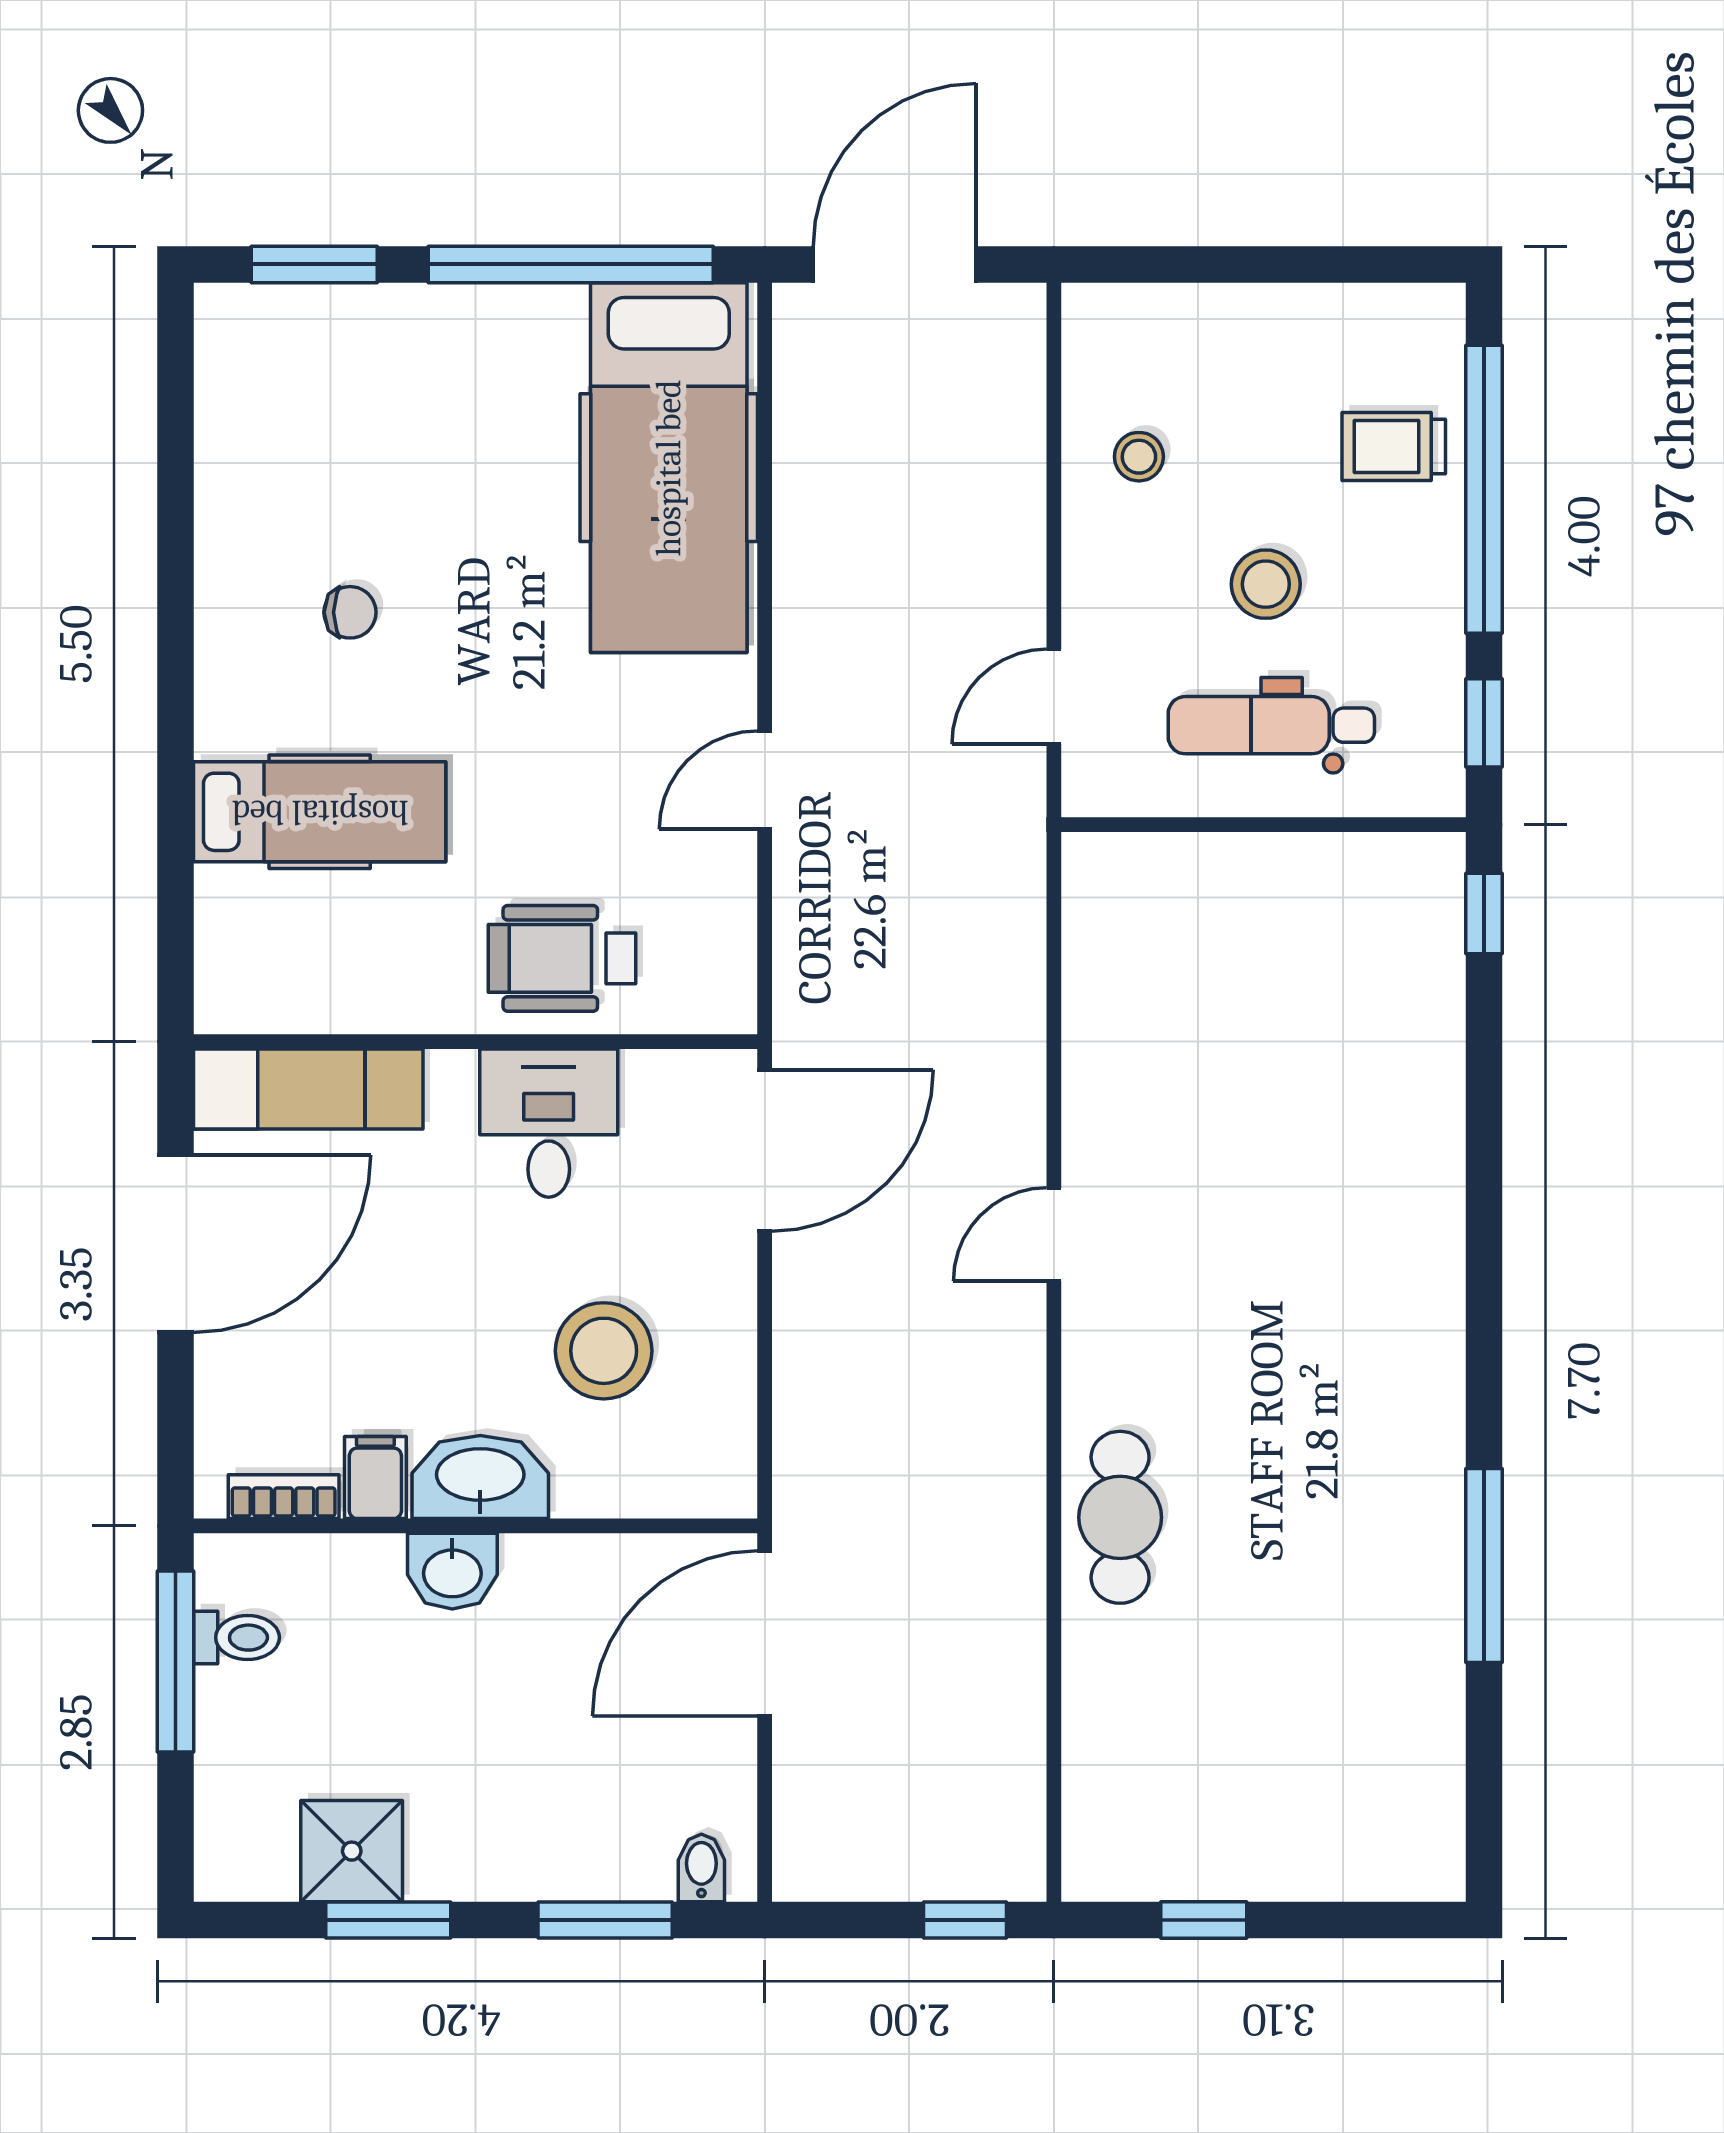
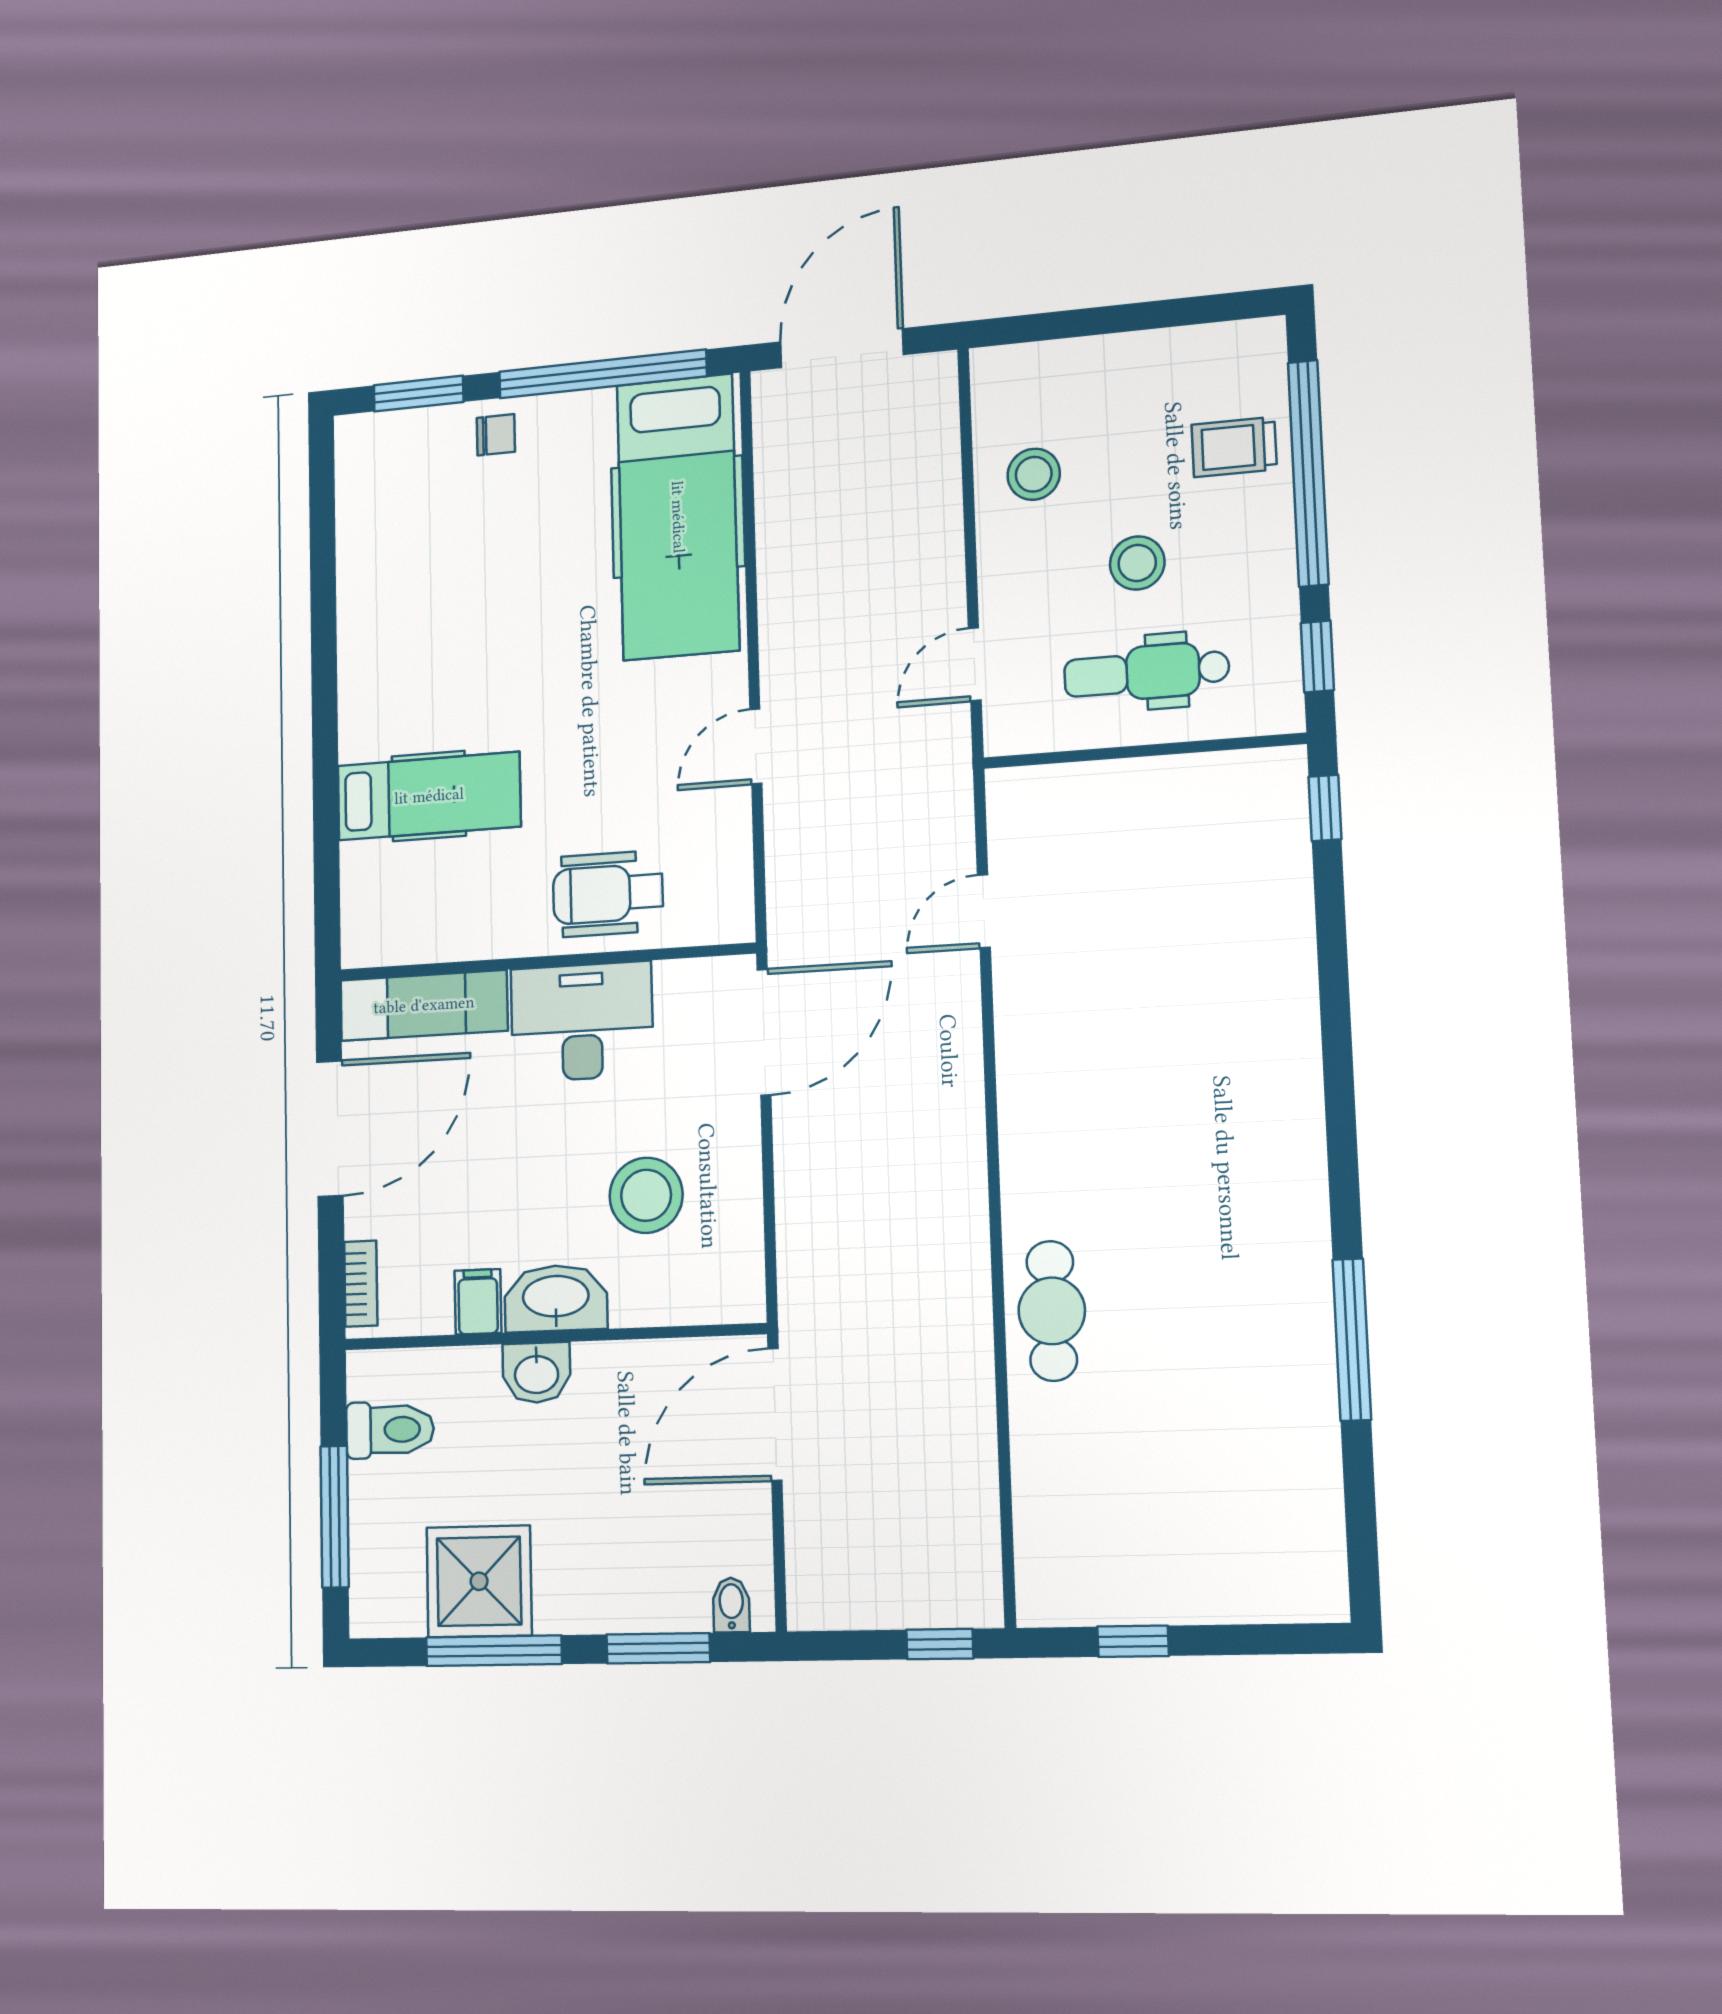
stool: (1139, 457) -> (1034, 474), width x1.37, depth x1.37
chair: (350, 612) -> (496, 435), moved
desk: (549, 1123) -> (582, 1022), width x1.37
door: (1054, 1234) -> (984, 911), moved
bookcase: (284, 1497) -> (361, 1284), moved, turned 90
toilet: (236, 1638) -> (390, 1430), width x1.37, depth x1.39
window: (175, 1661) -> (335, 1517), moved
shower: (352, 1851) -> (479, 1581), width x1.36, depth x1.36
window: (388, 1920) -> (494, 1651), width x1.44

